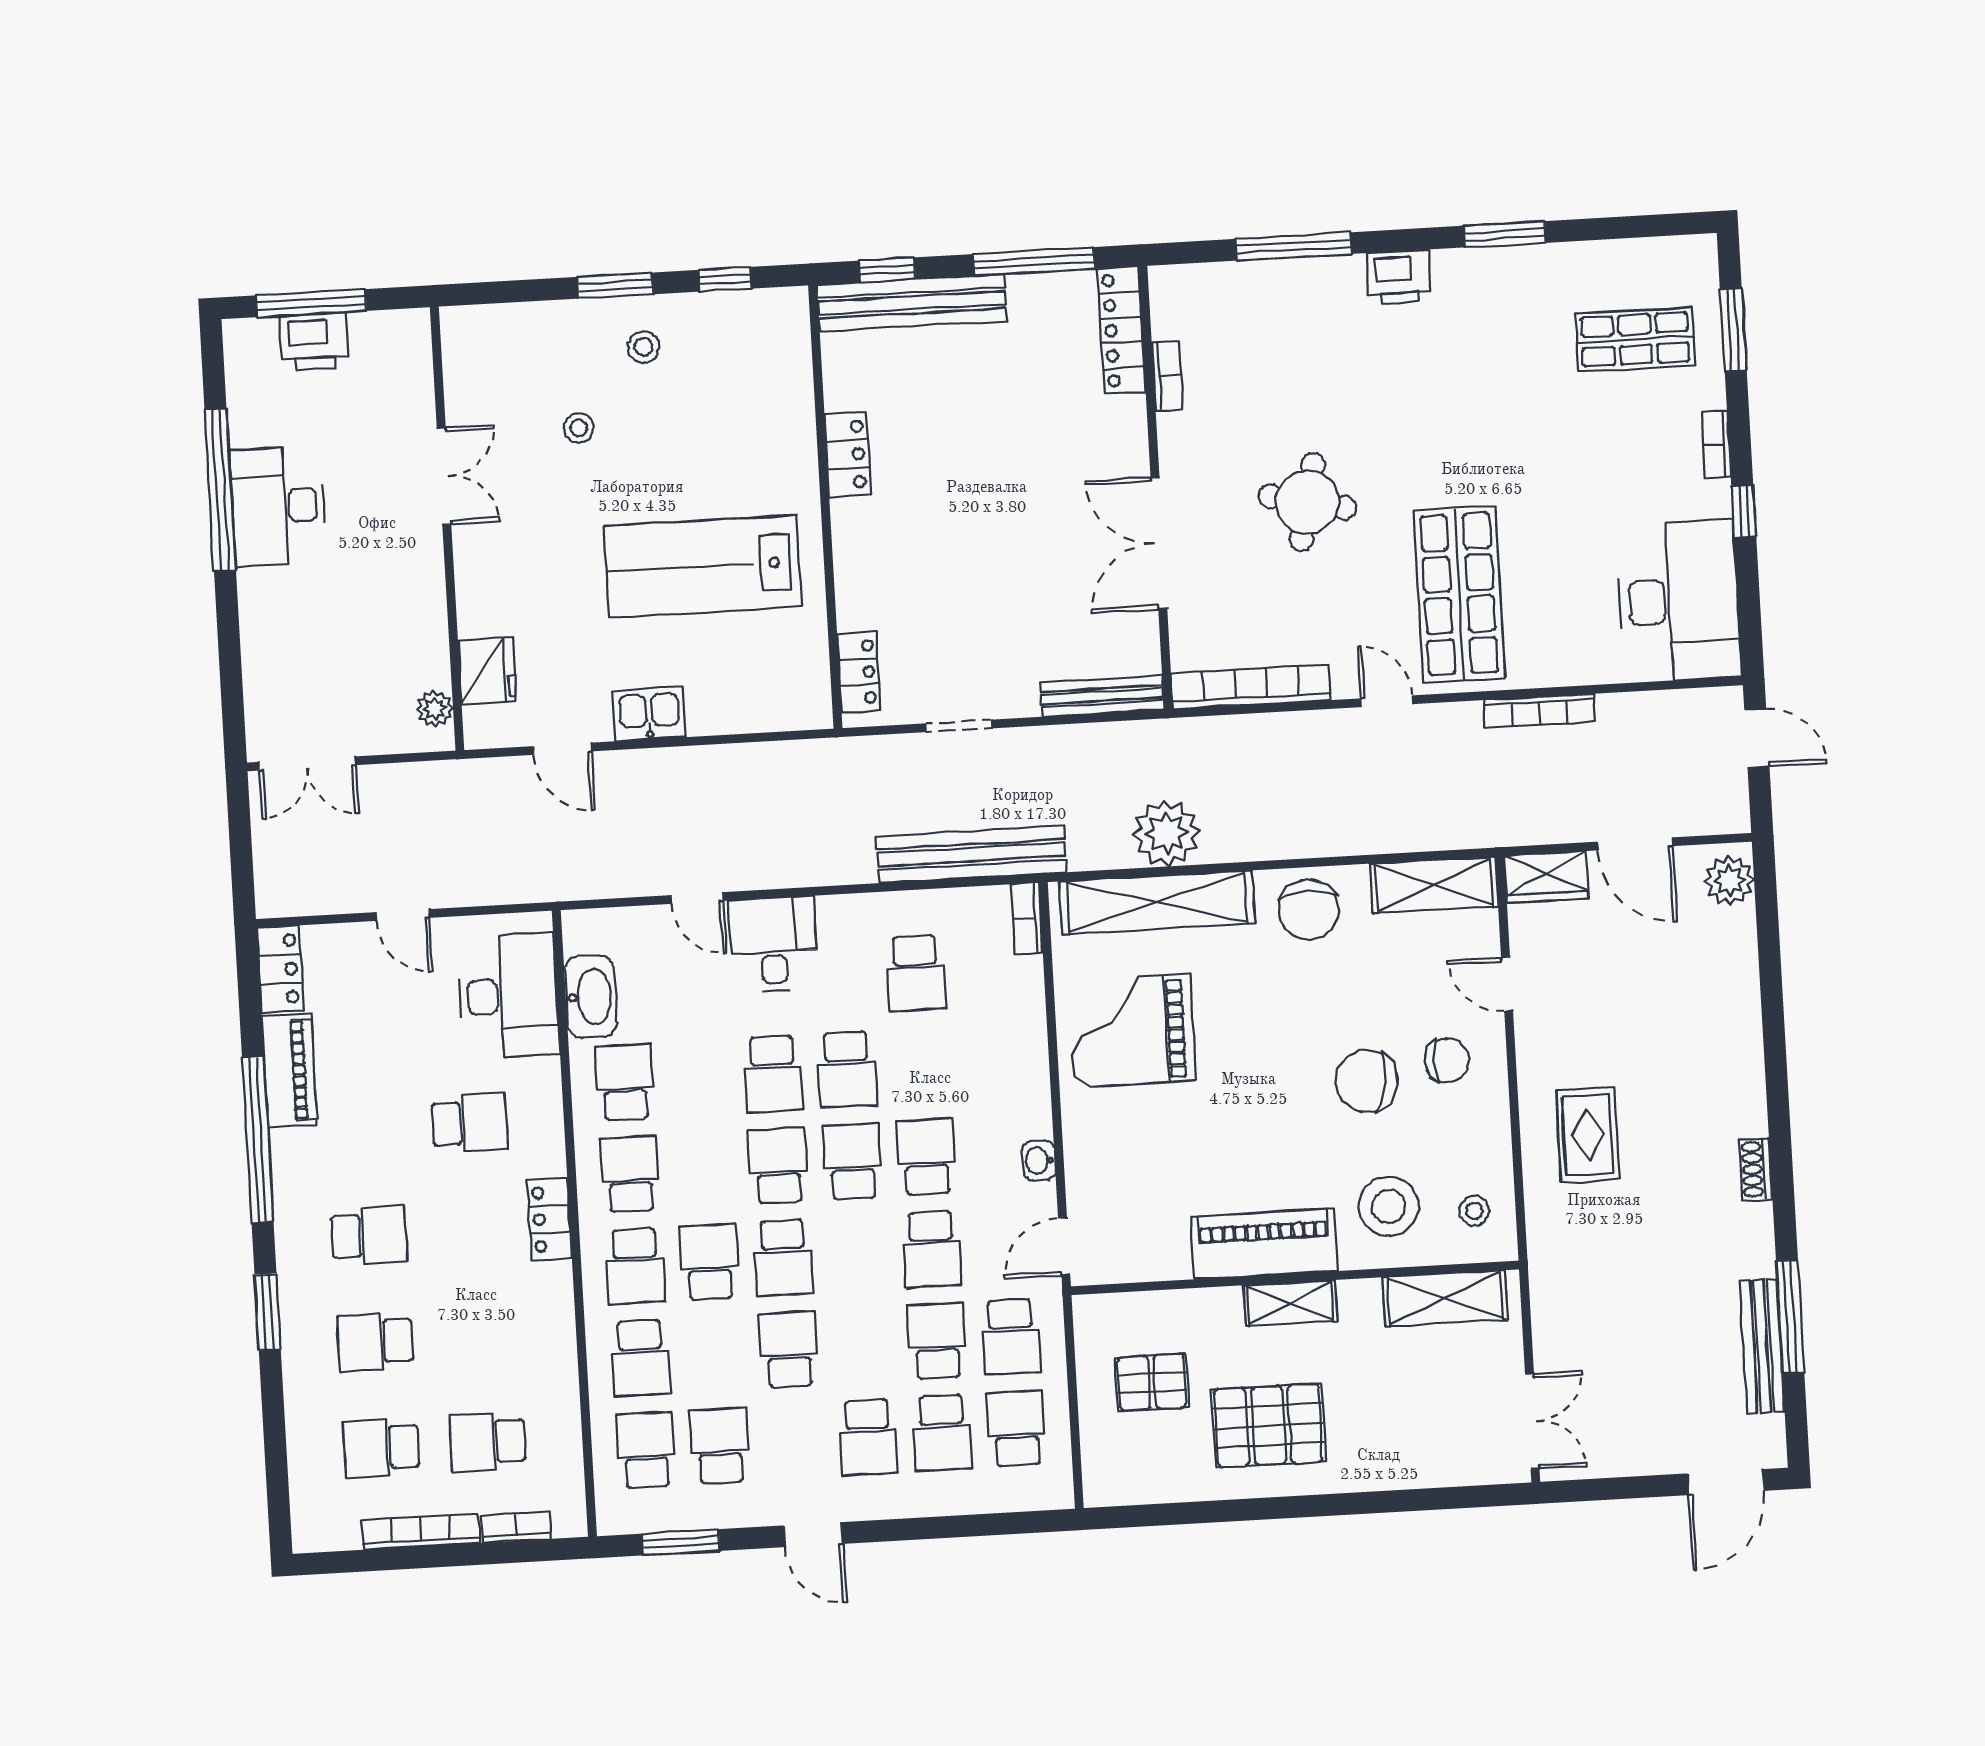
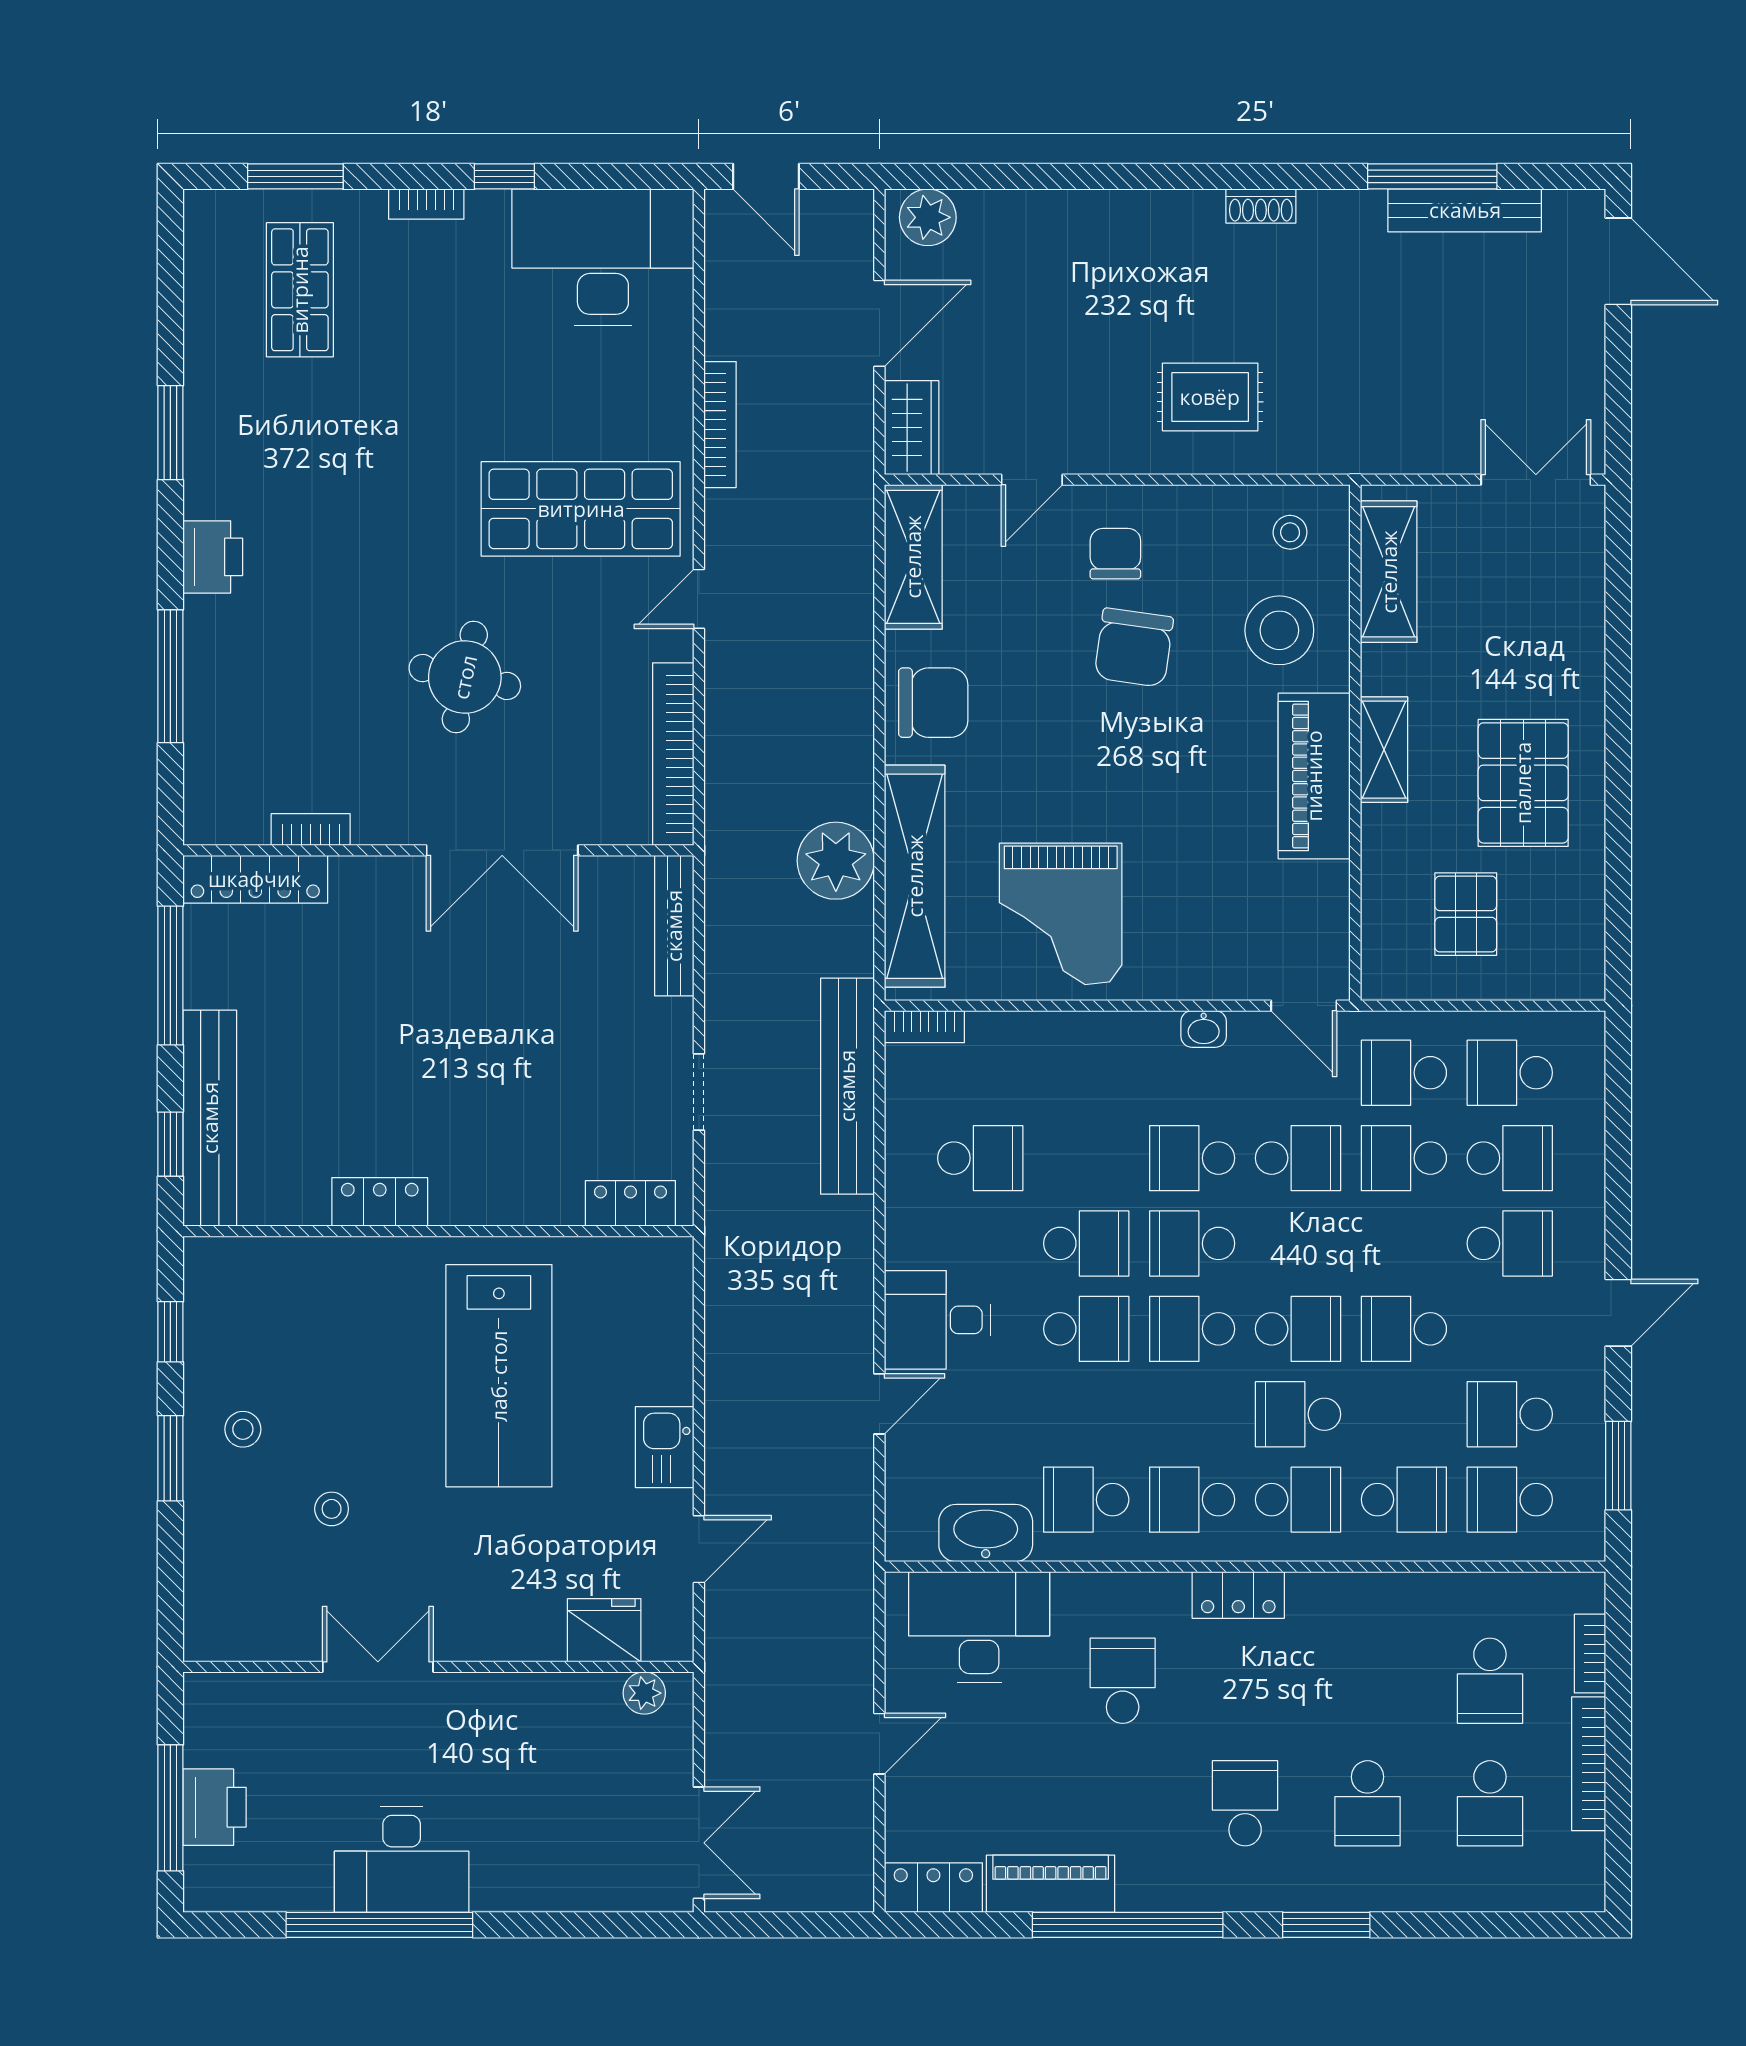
door: (1757, 738) -> (766, 176), swing flipped
school desk: (1011, 1337) -> (1404, 1073), turned 180

